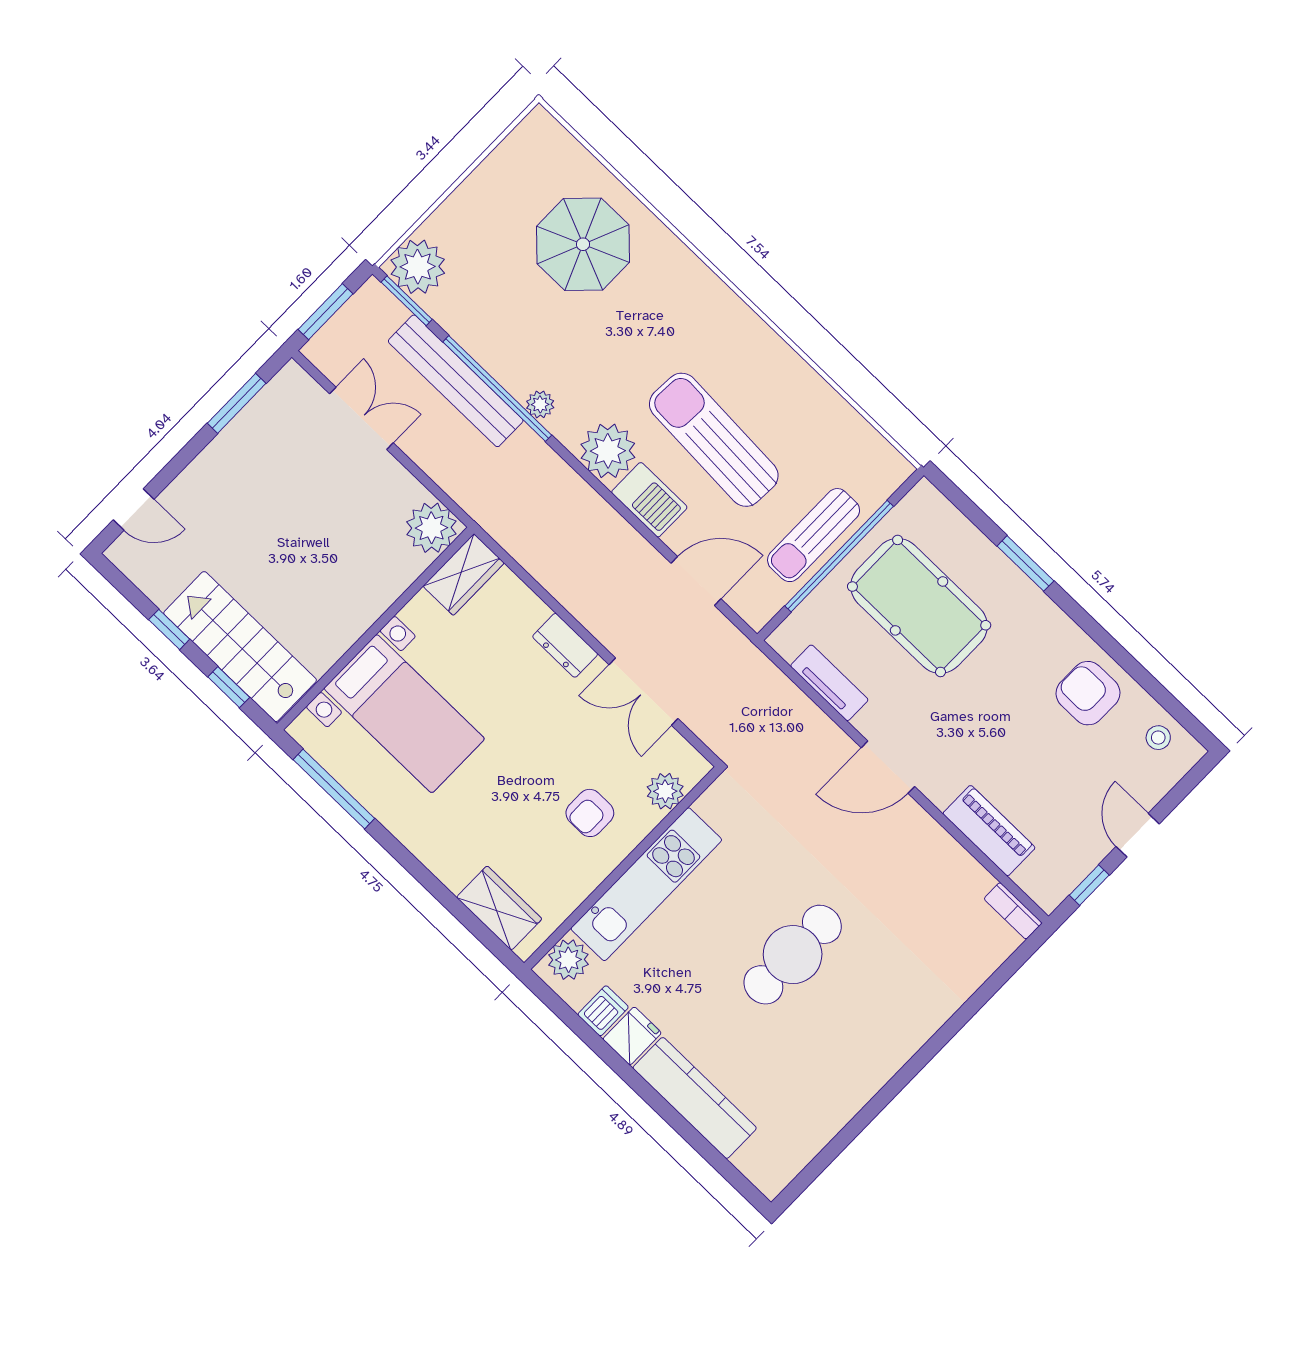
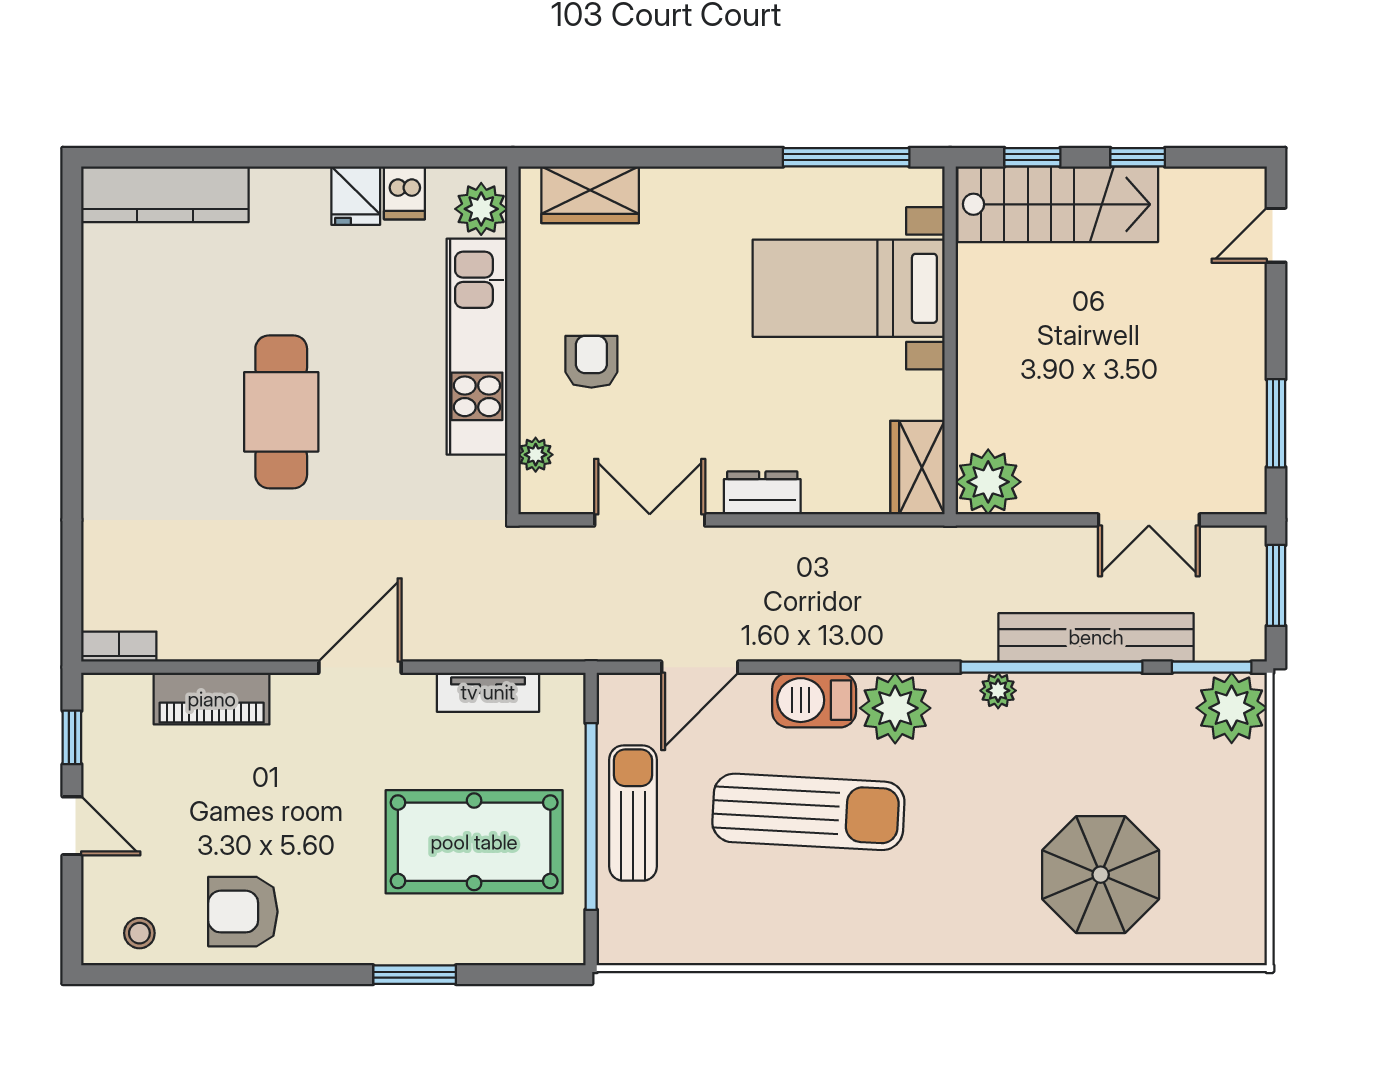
armchair: (1088, 693) -> (243, 912), turned 180
plant: (665, 791) -> (536, 455), width x0.73, depth x0.73
kitchen counter: (695, 1098) -> (165, 194), moved

